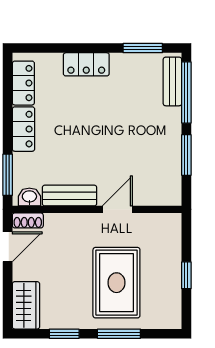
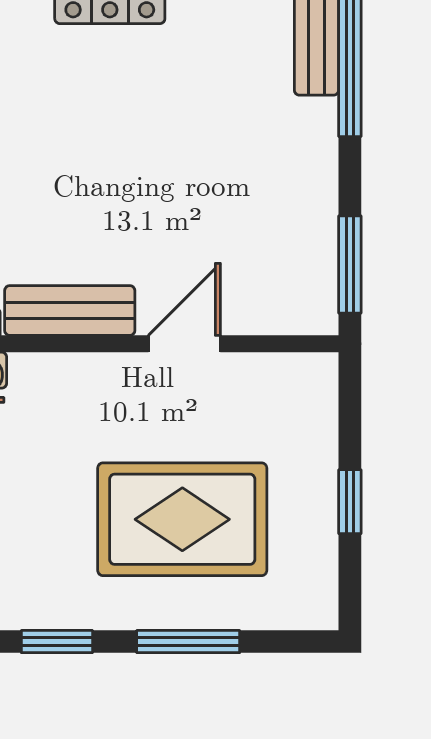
window: (186, 155) -> (350, 264), moved
rug: (116, 283) -> (182, 519), turned 90

